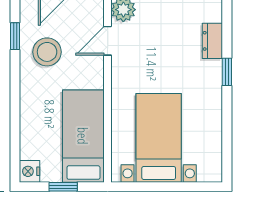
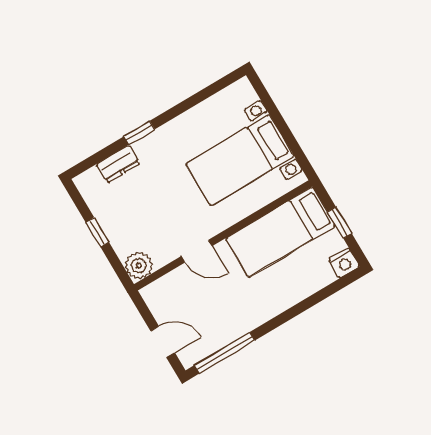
window: (15, 36) -> (225, 353), width x2.17
door: (108, 41) -> (197, 251), moved
stool: (47, 52) -> (222, 314), removed

